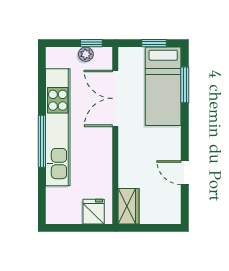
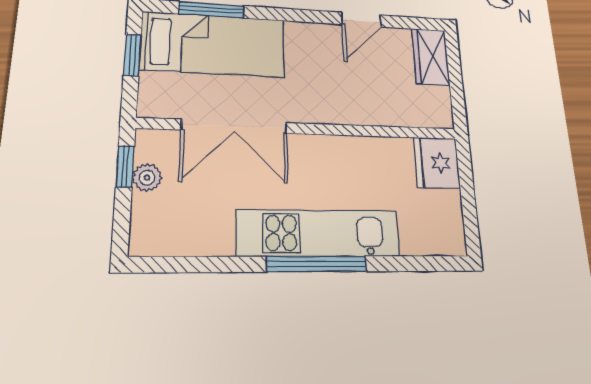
kitchen unit: (58, 127) -> (319, 233), width x0.73
wardrobe: (128, 206) -> (431, 57), moved, turned -90
fridge: (94, 212) -> (437, 163), width x1.38

